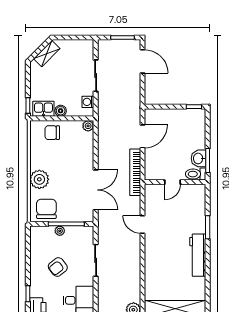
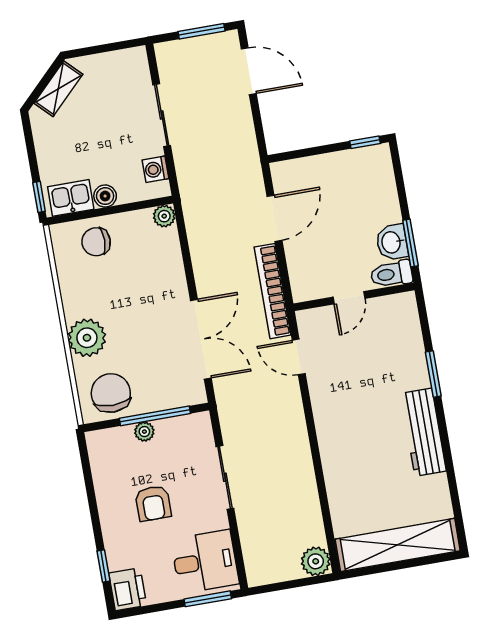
door: (143, 225) -> (299, 357), moved
armchair: (58, 267) -> (153, 503), turned -52

